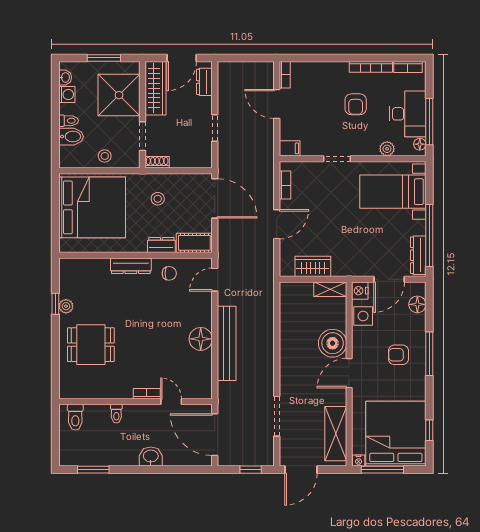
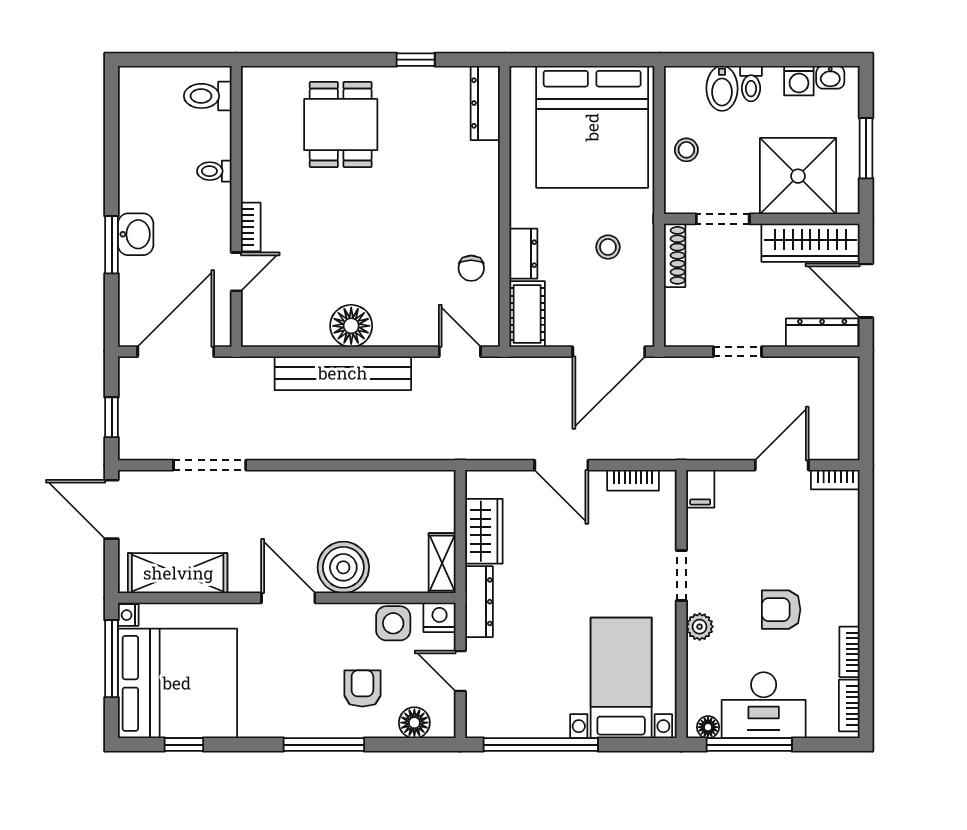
bookcase: (371, 67) -> (850, 652), width x0.64
dresser: (204, 82) -> (822, 333), width x1.44
plant: (387, 149) -> (700, 627), moved
shoe rack: (157, 162) -> (675, 255), width x1.43
dresser: (418, 255) -> (479, 602), moved, turned 90
dresser: (131, 266) -> (485, 103), moved
door: (389, 279) -> (460, 671), width x0.73
plant: (66, 306) -> (411, 79), removed
armchair: (398, 355) -> (362, 688), moved
window: (93, 470) -> (112, 245), moved

